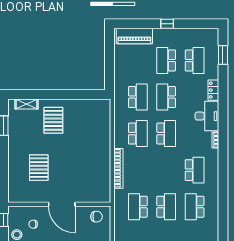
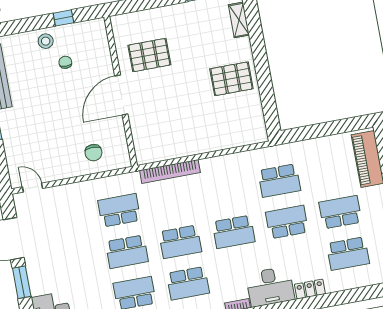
window: (223, 55) -> (364, 293), removed
pallet: (53, 120) -> (231, 79), moved
school desk: (138, 134) -> (180, 242), moved
wall: (59, 204) -> (121, 91), moved
door: (62, 204) -> (121, 95), moved

